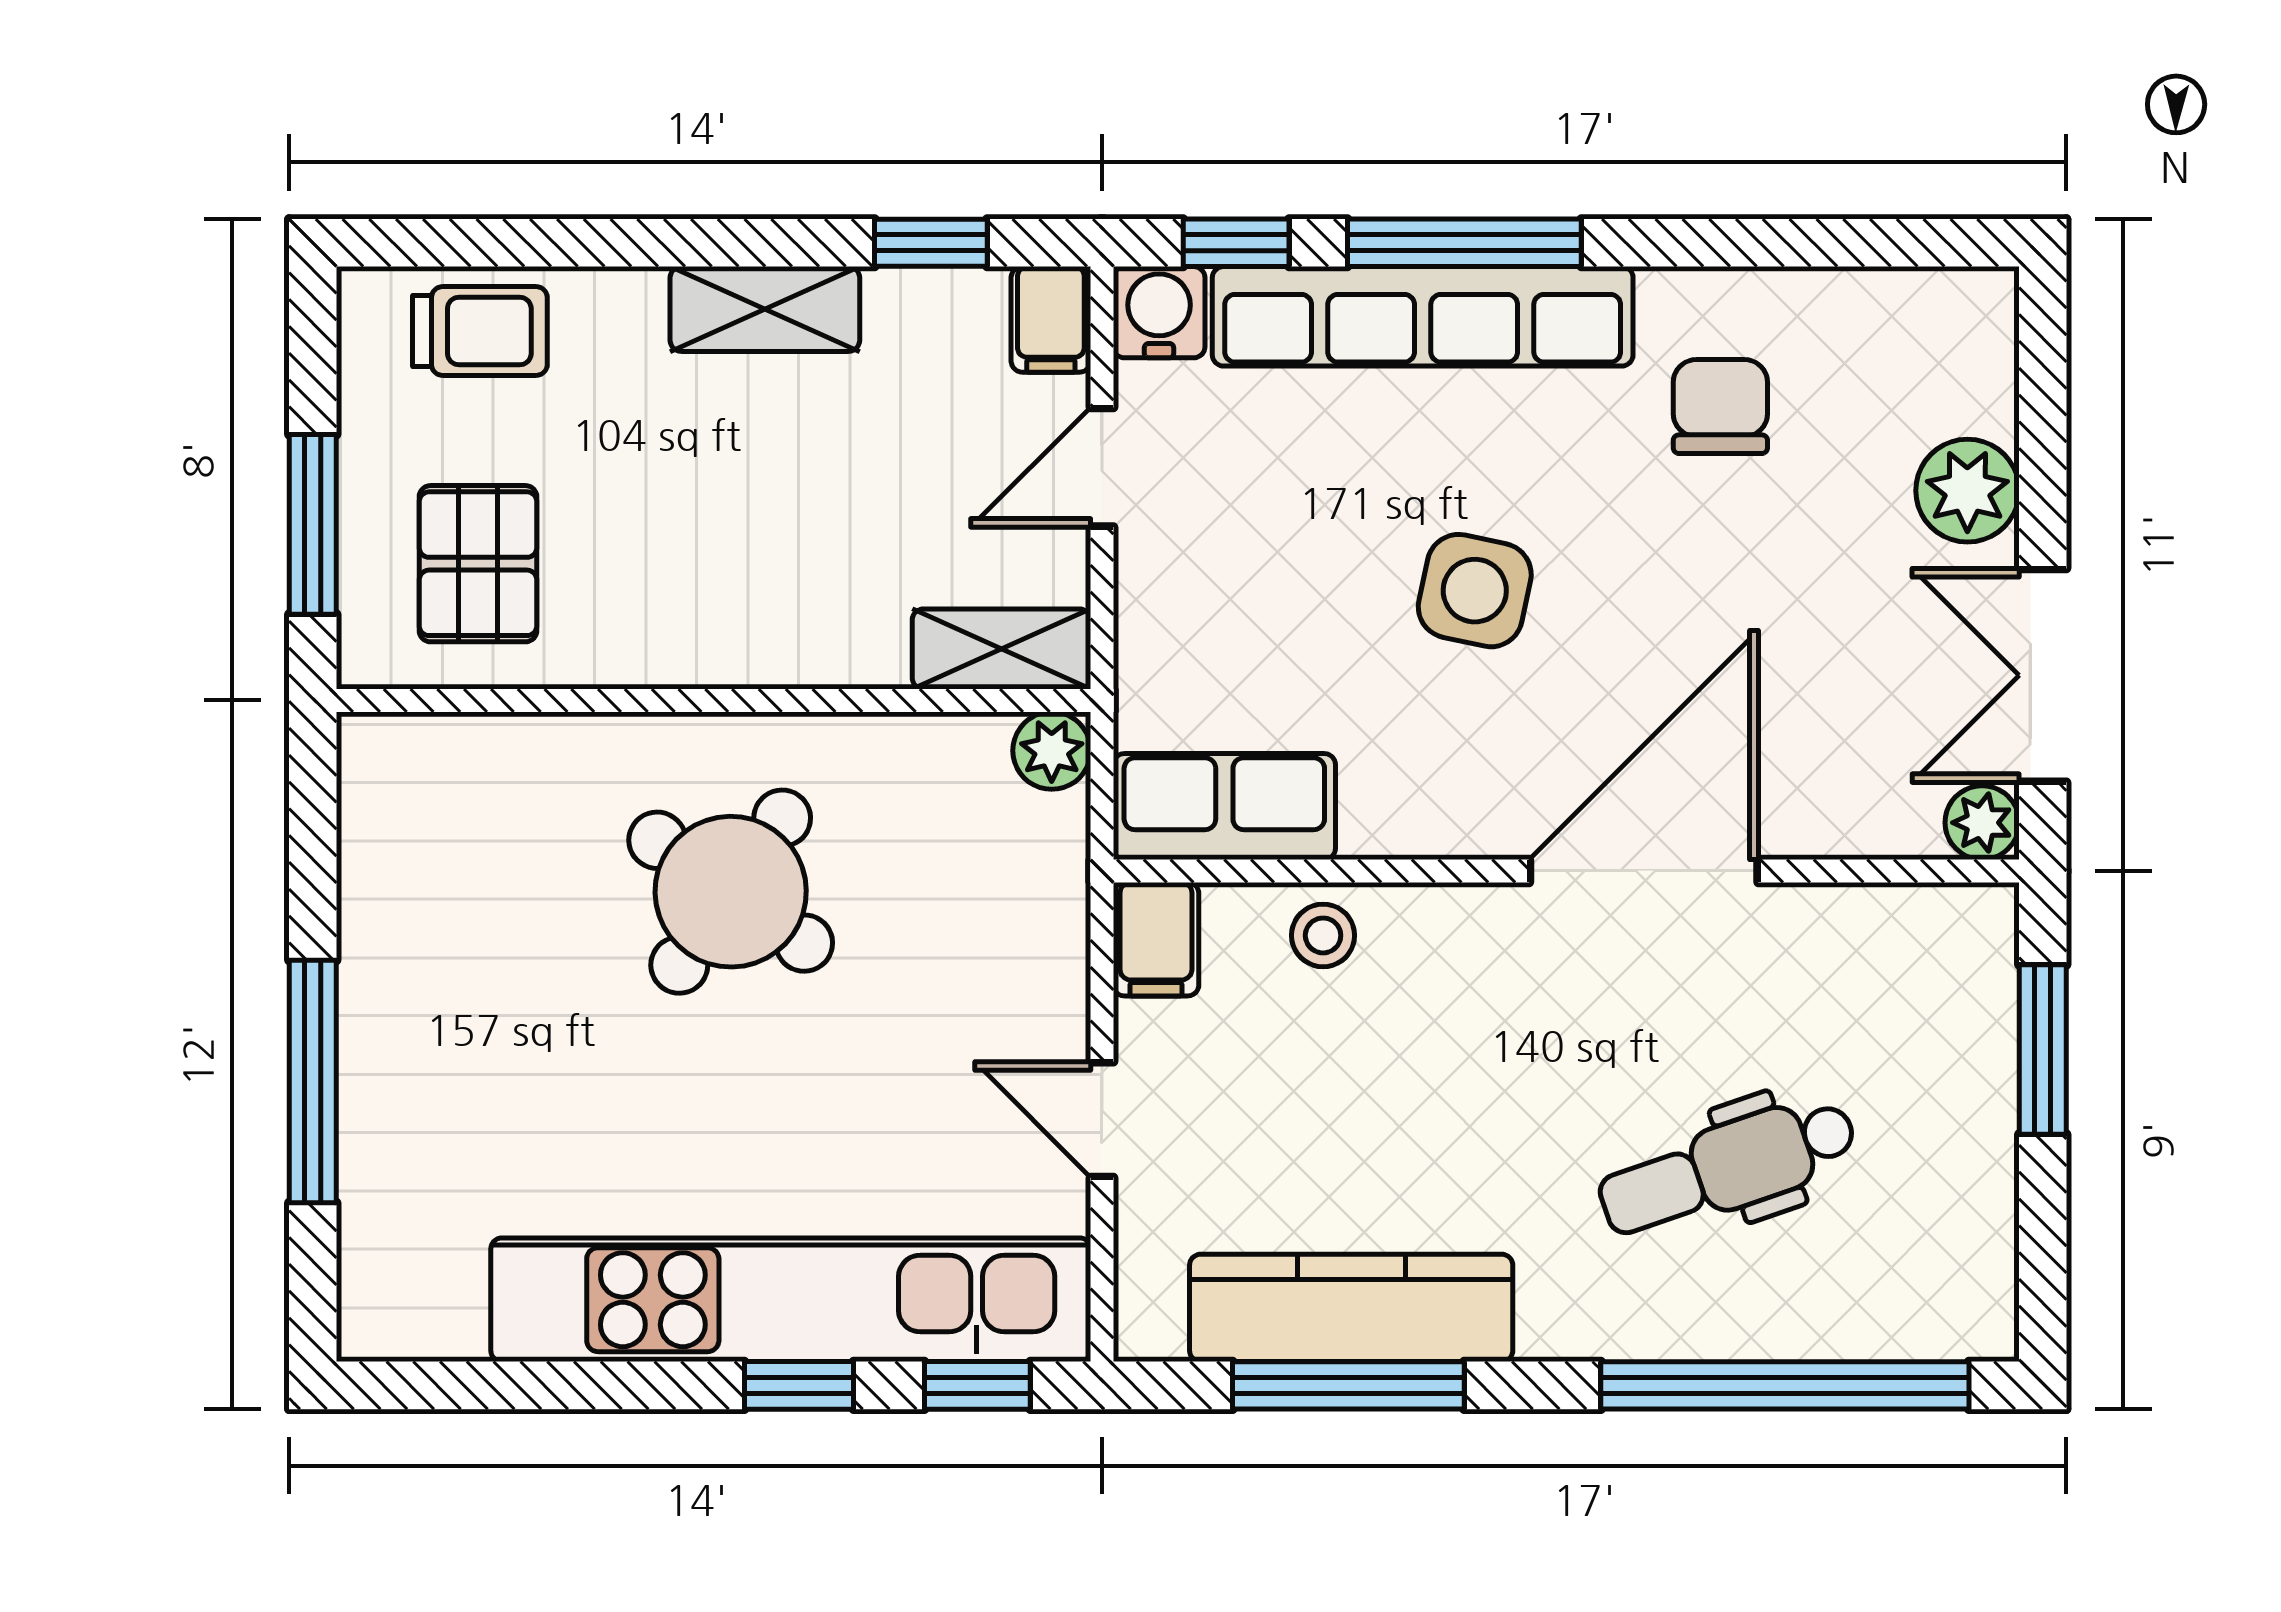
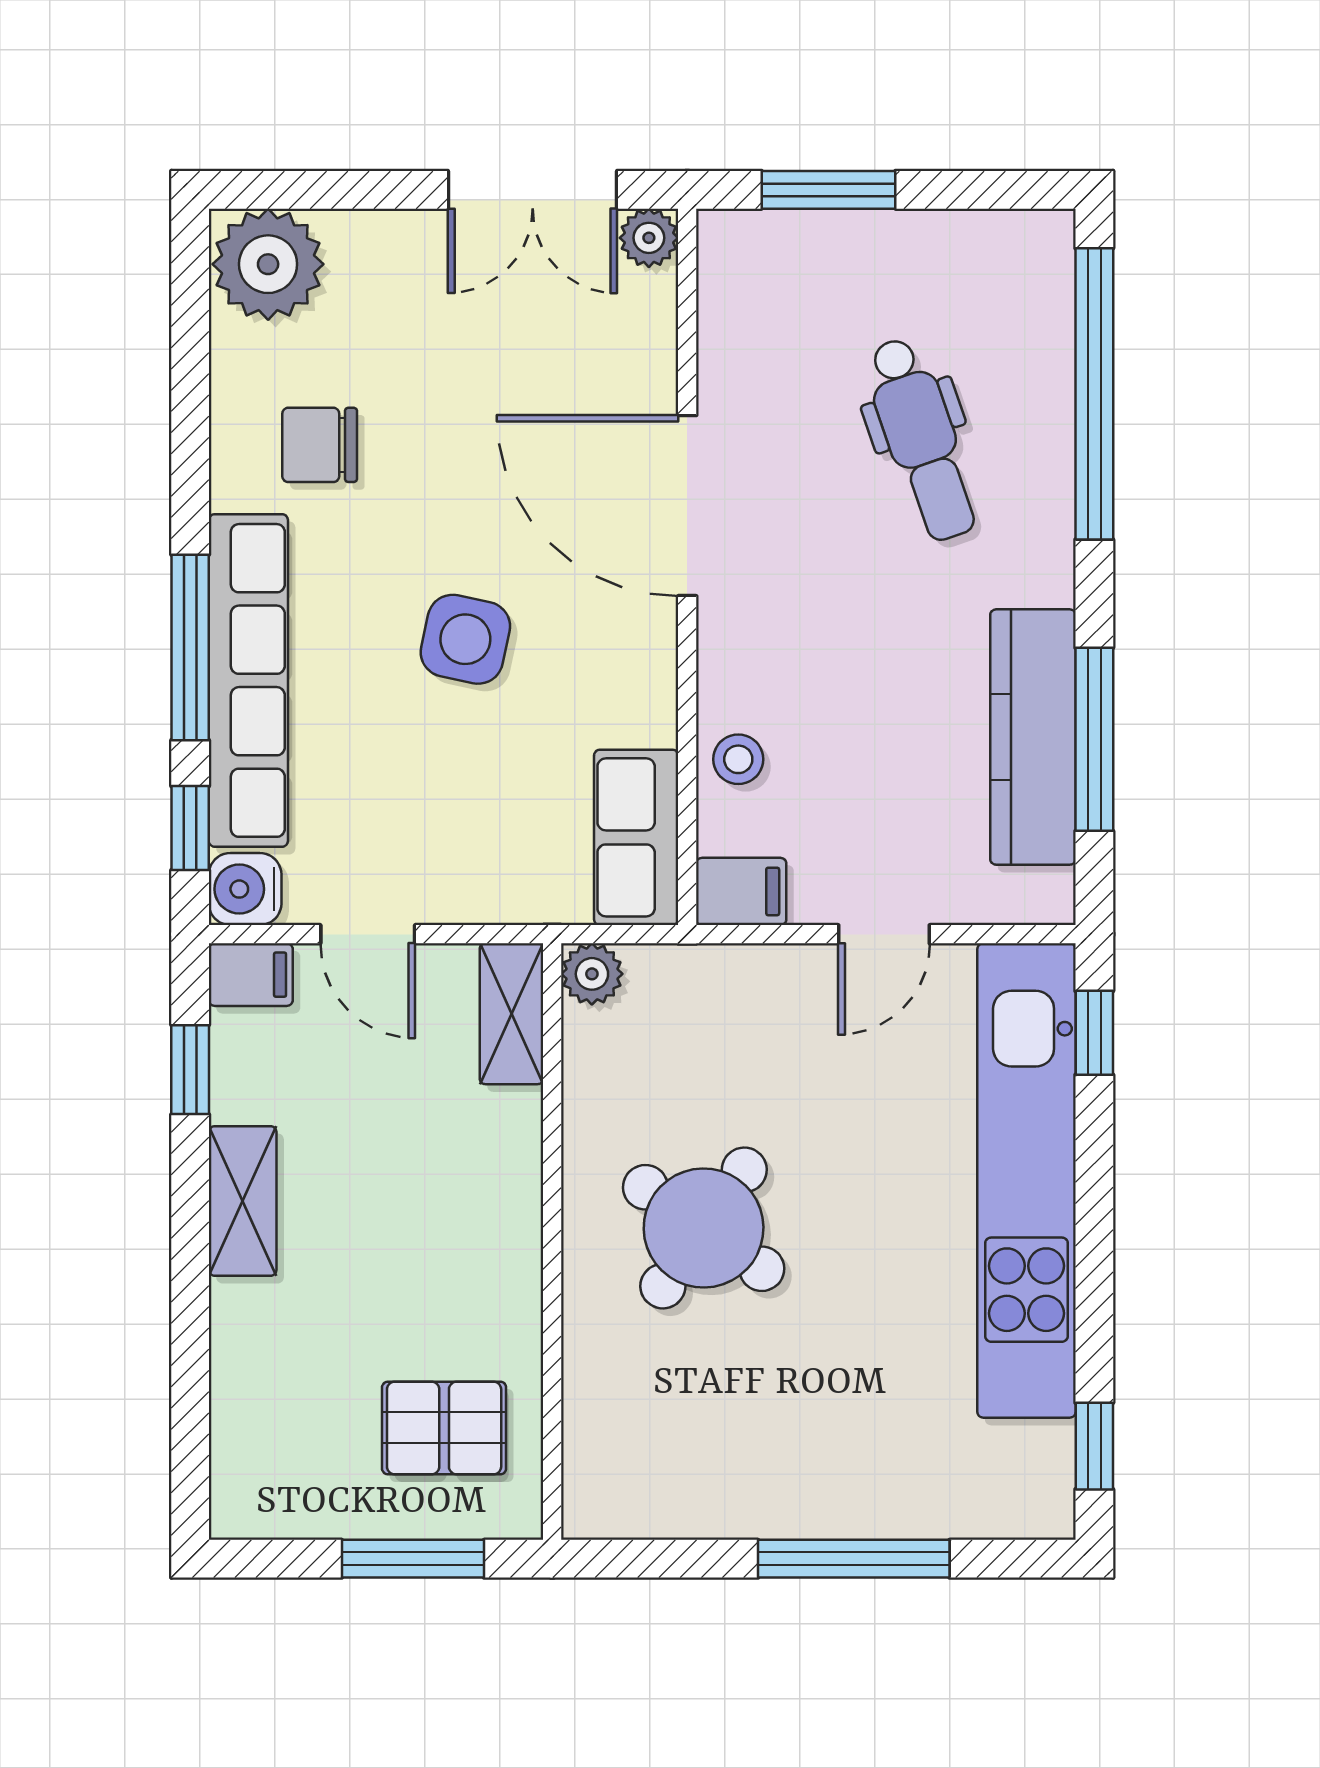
trolley: (480, 331) -> (260, 1426), removed
plant: (1967, 491) -> (268, 264), moved, width x1.36, depth x1.36
window: (799, 1385) -> (1094, 1446), moved

